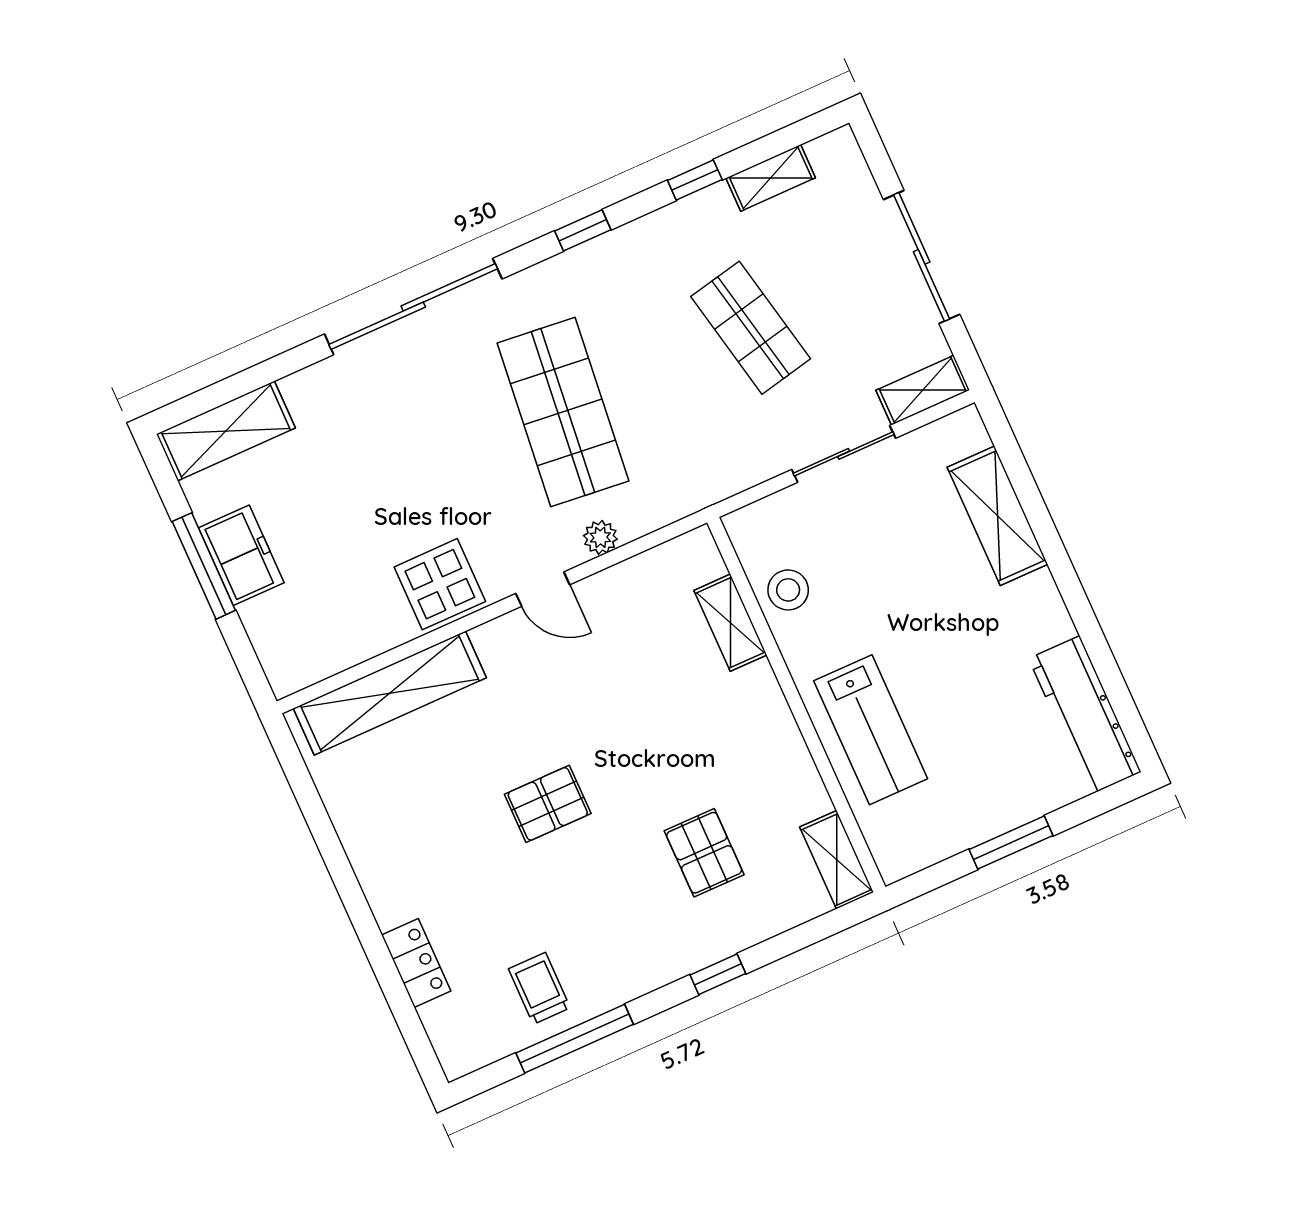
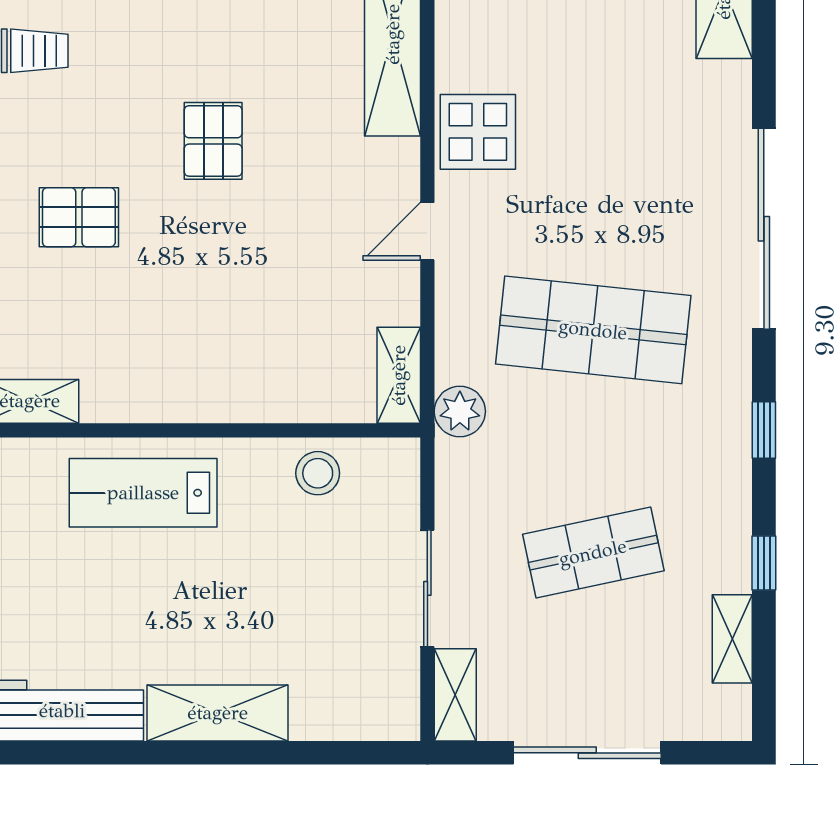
shelving: (998, 516) -> (218, 713), moved
plant: (600, 537) -> (460, 411), moved, width x1.38, depth x1.38
shelving: (730, 623) -> (399, 375), moved, turned 90
pallet: (704, 853) -> (79, 217), moved

